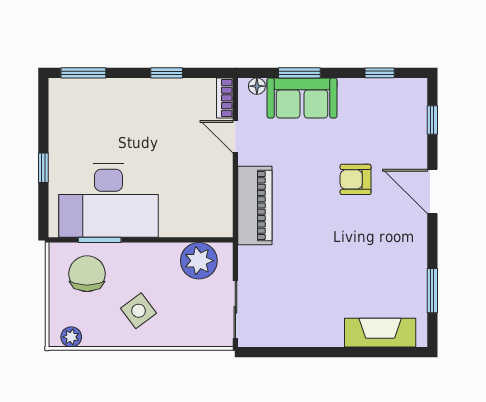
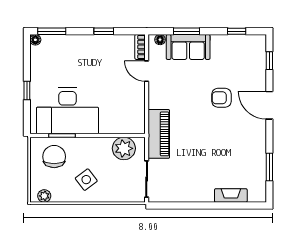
floor lamp: (57, 87) -> (35, 40), added
piano: (255, 206) -> (159, 134), moved
fireplace: (380, 333) -> (231, 195), width x0.73, depth x0.76

